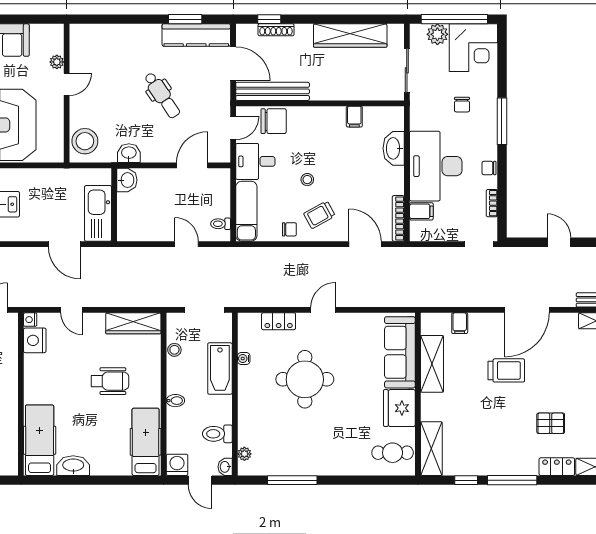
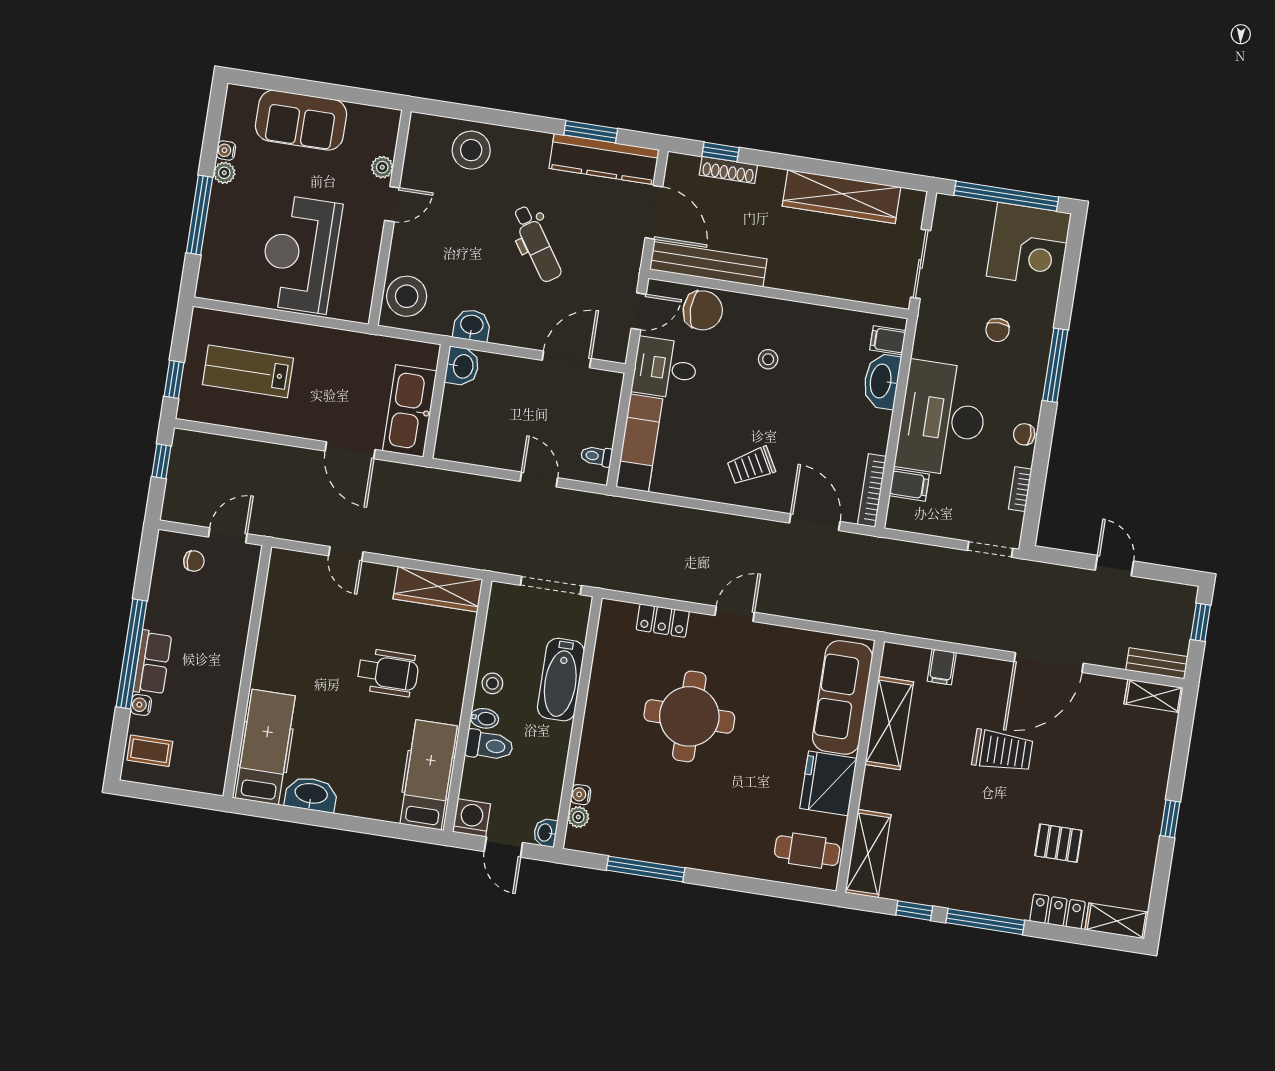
plant: (437, 34) -> (976, 215), removed
stool: (111, 42) -> (471, 150), added
filing cabinet: (354, 117) -> (888, 340), moved, turned 90
stool: (307, 180) -> (768, 359), moved
chair: (289, 229) -> (701, 481), removed
nightstand: (30, 320) -> (279, 559), removed
nightstand: (35, 340) -> (282, 592), removed
stool: (174, 350) -> (492, 683), moved
water cooler: (244, 358) -> (581, 795), moved
toilet: (217, 434) -> (489, 745), moved, turned 180

